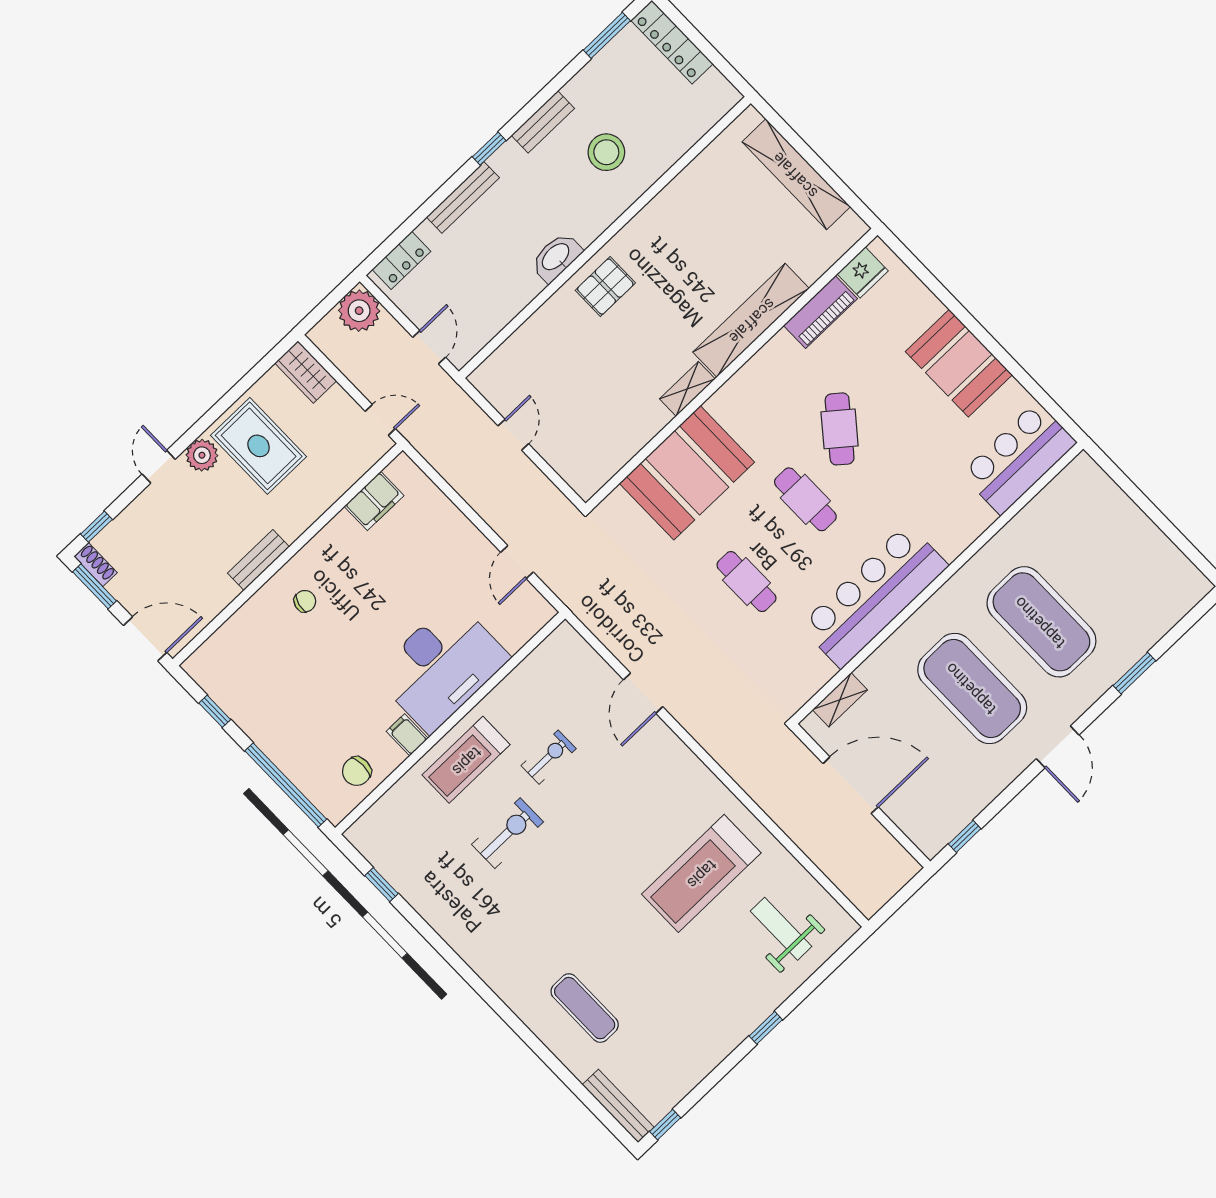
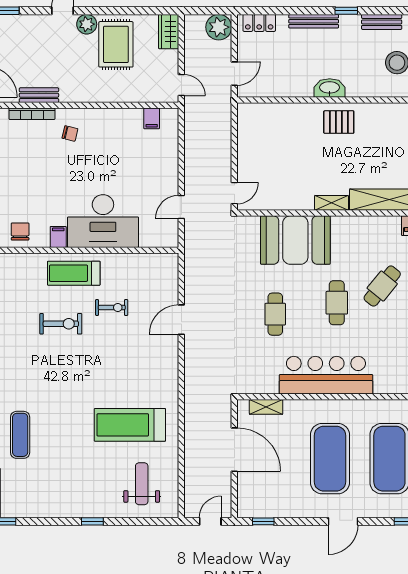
door: (513, 435) -> (234, 193), moved
filing cabinet: (374, 501) -> (152, 118), width x0.50
bench: (258, 560) -> (39, 95), moved
bookcase: (239, 621) -> (32, 114), added
chair: (357, 771) -> (20, 231), turned 90
door: (903, 896) -> (210, 521), added

